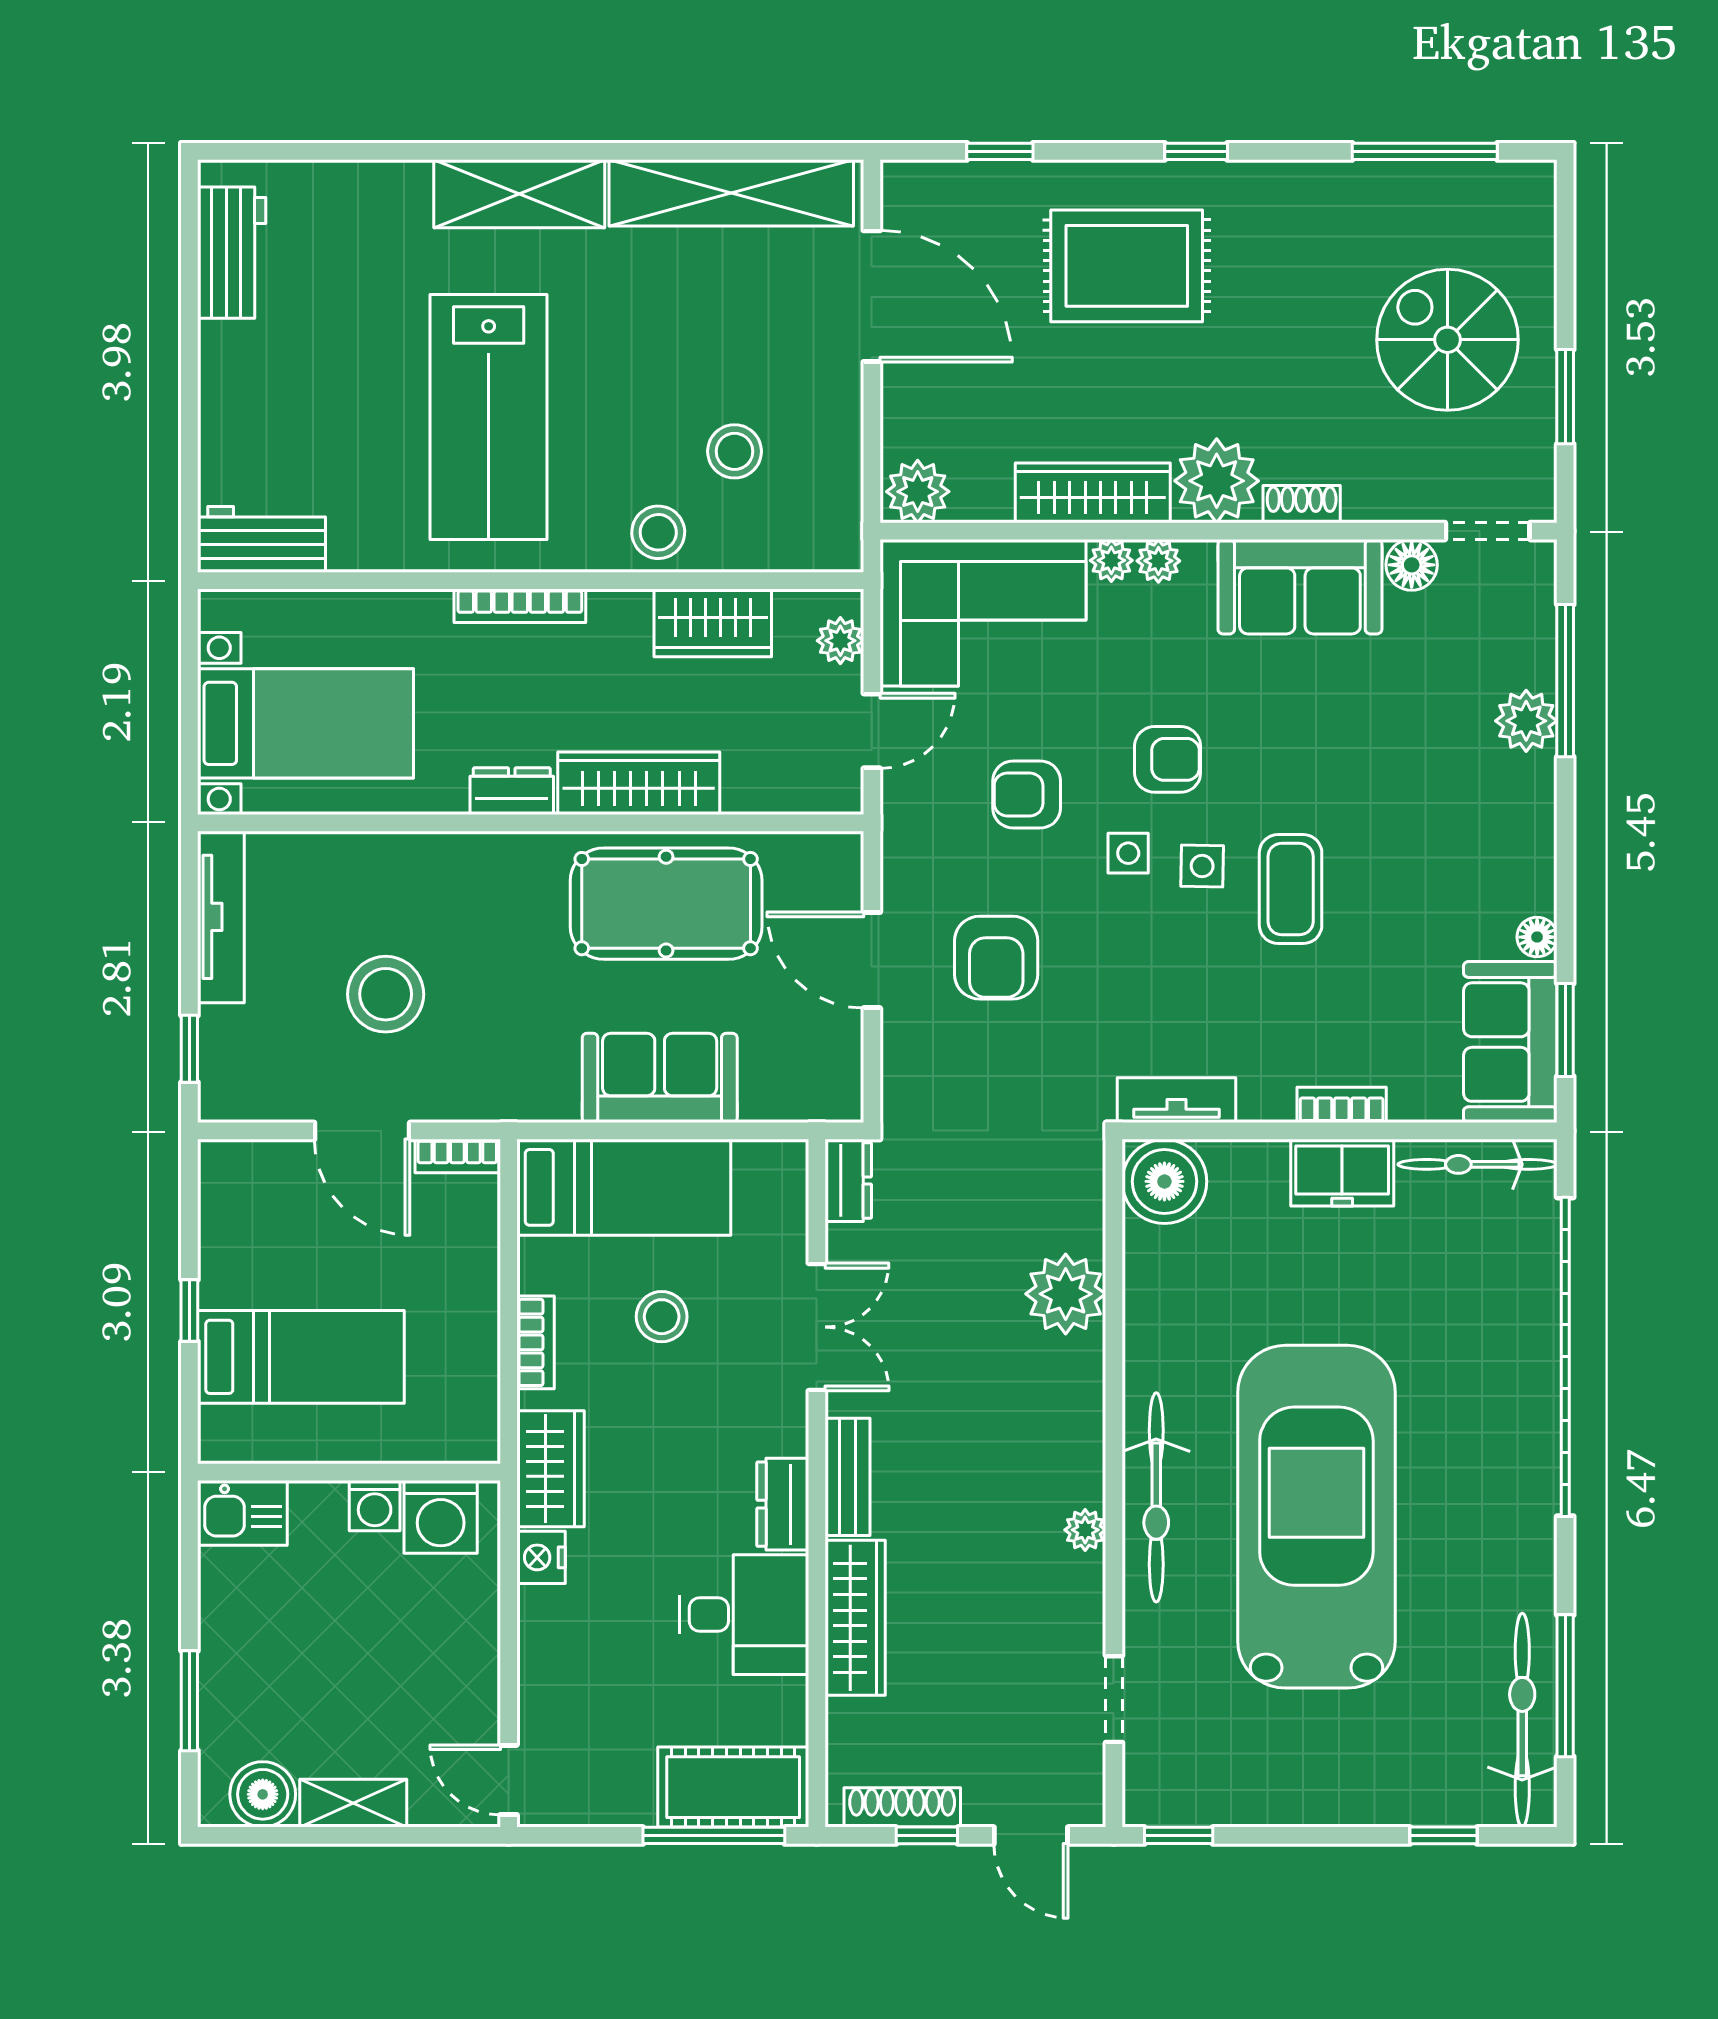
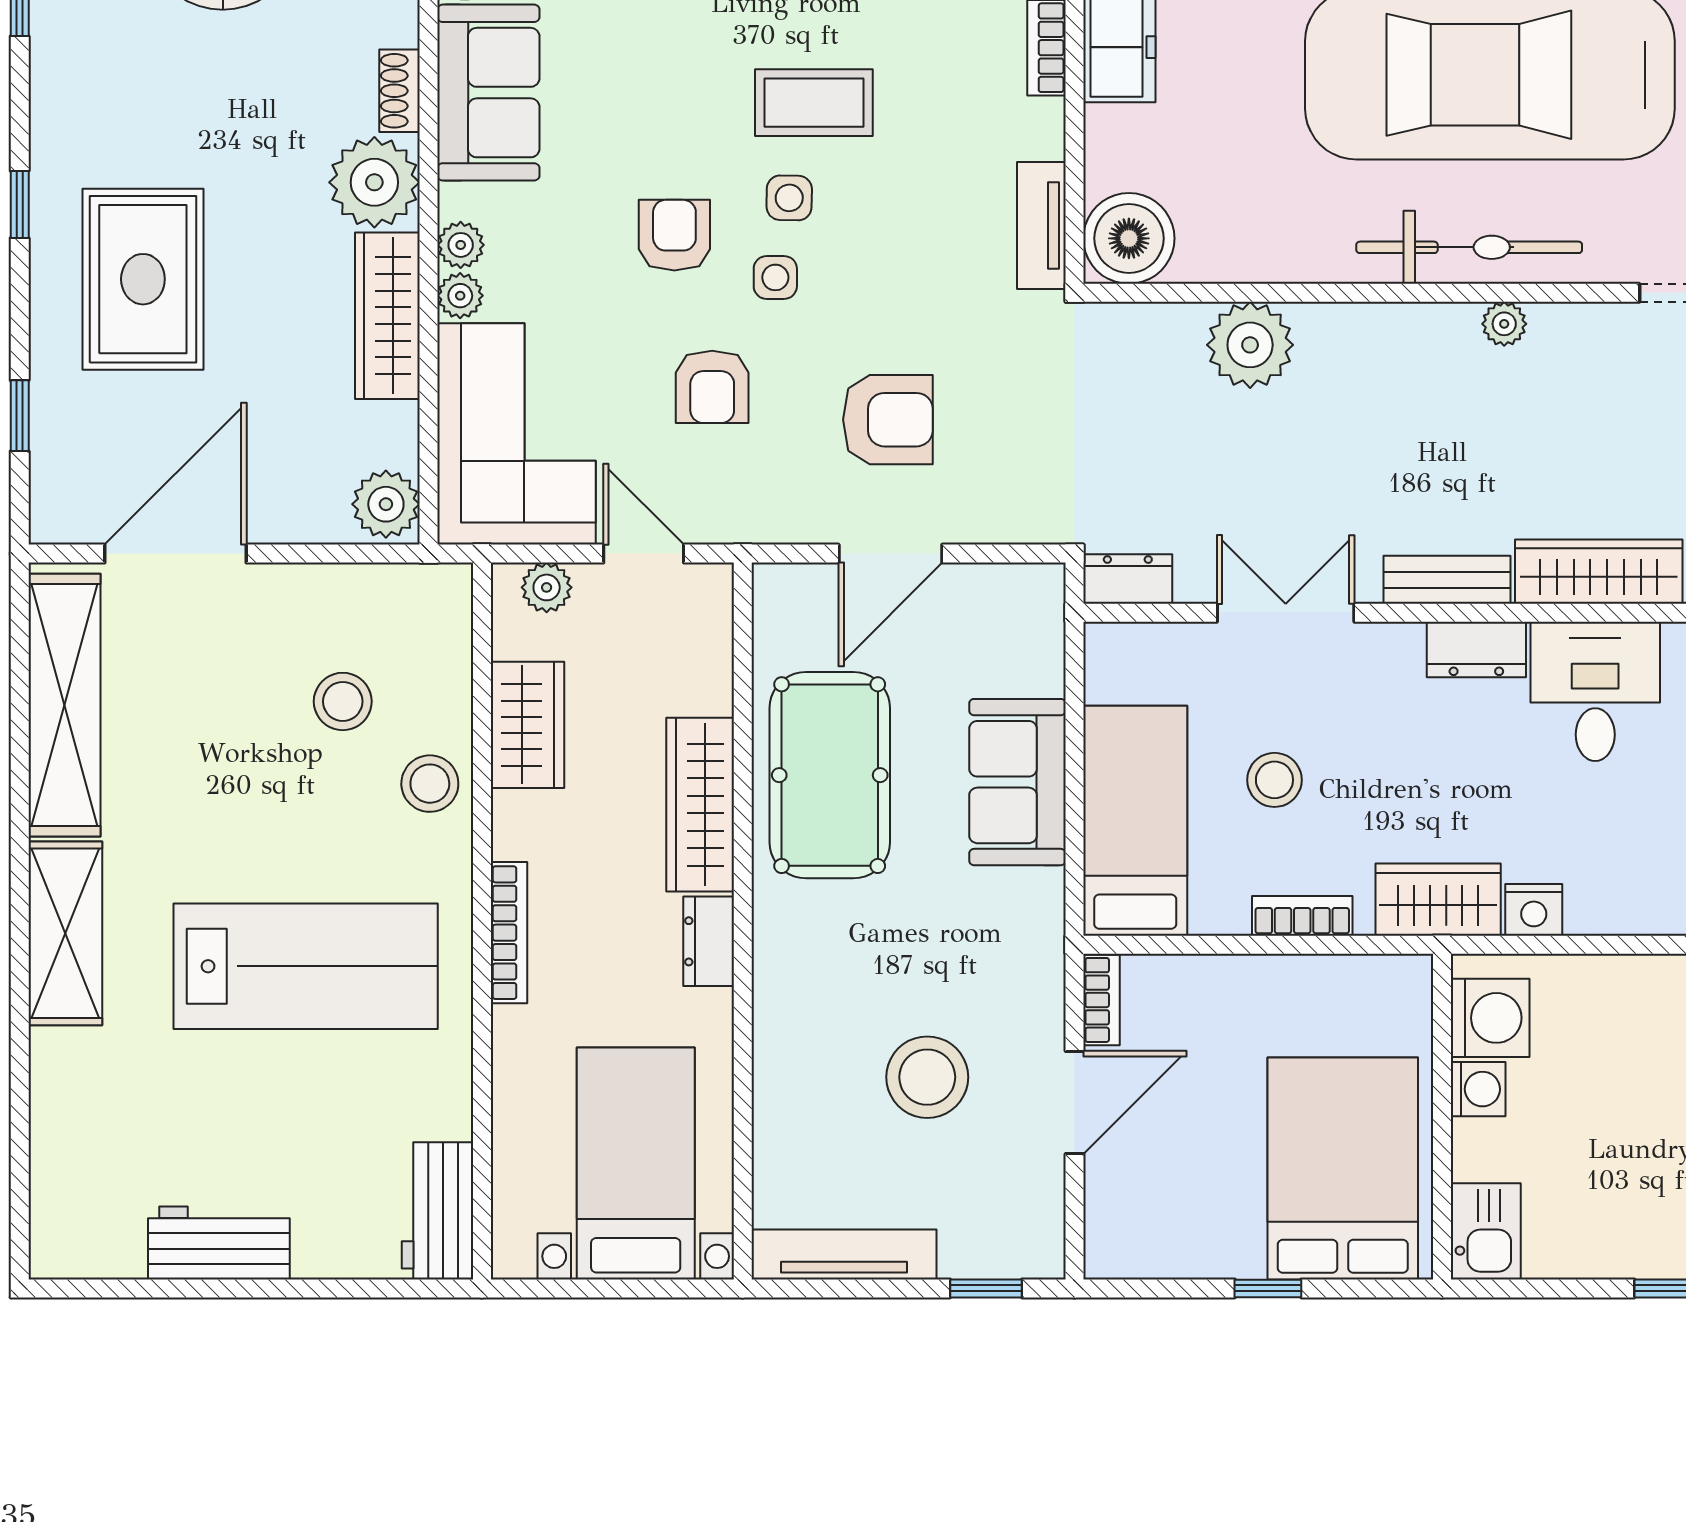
workbench: (232, 253) -> (219, 1243), moved
bed: (301, 1357) -> (1343, 1168), width x1.50

